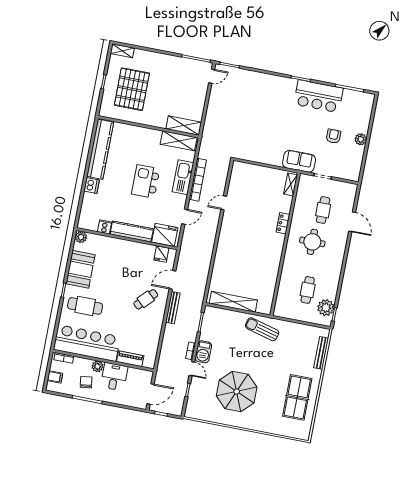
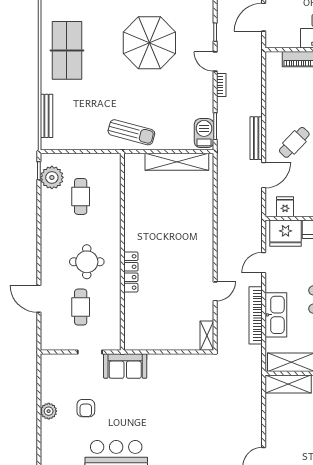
shelving: (291, 184) -> (207, 336), moved
locker: (283, 223) -> (131, 272), width x1.53
barbecue: (203, 352) -> (204, 133), moved

